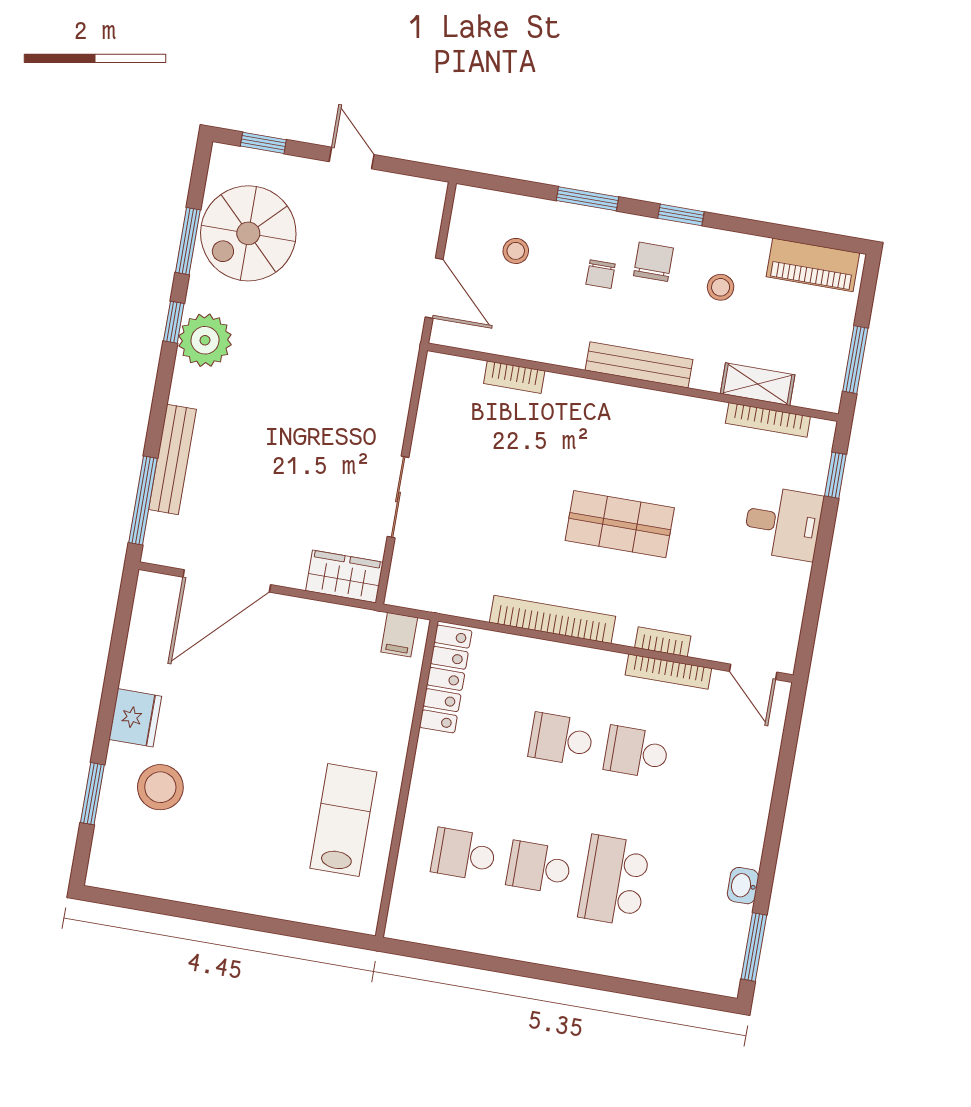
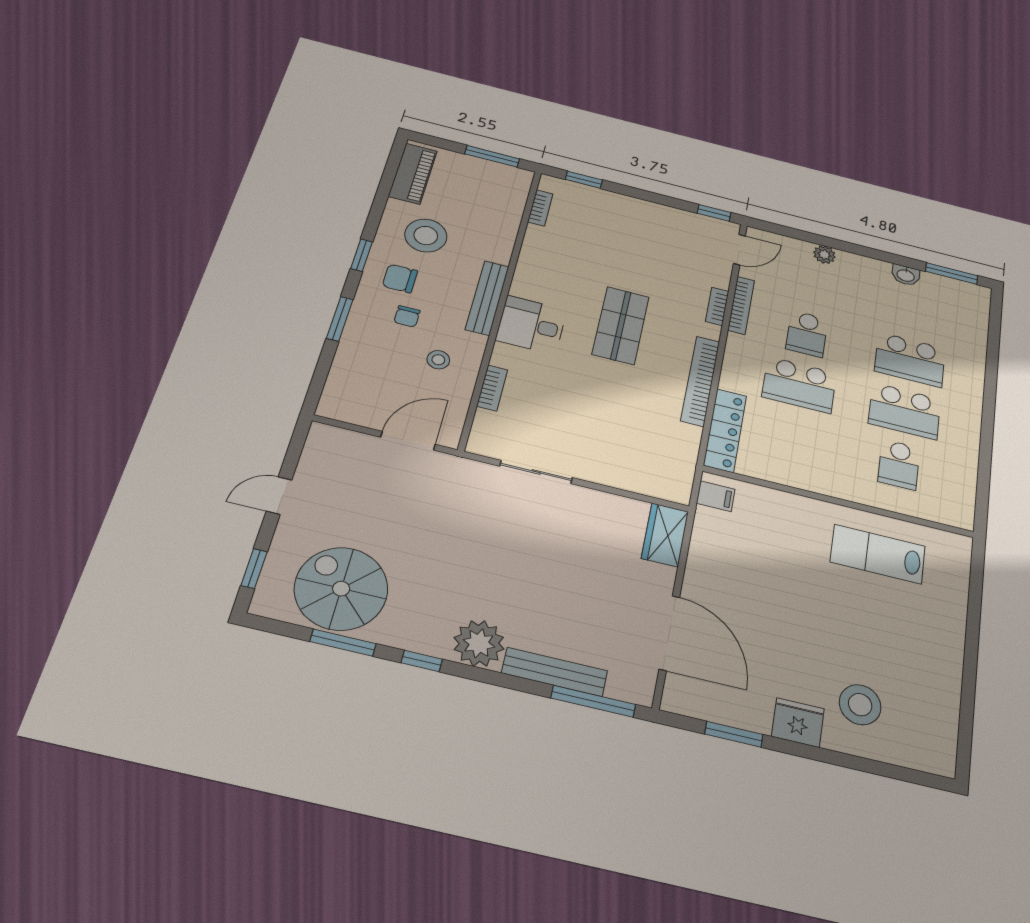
spiral stairs: (248, 233) -> (341, 589), turned 180
stool: (516, 251) -> (438, 360), moved
chair: (601, 274) -> (407, 316), turned 90
stool: (721, 287) -> (426, 236), width x1.89, depth x1.89
plant: (205, 340) -> (479, 643), moved
shelving: (758, 384) -> (508, 220), removed
bookcase: (768, 420) -> (540, 208), width x0.64
sliding door: (398, 497) -> (536, 472), moved
desk: (783, 523) -> (531, 325), moved, turned -90
window: (807, 641) -> (714, 213), added
locker: (446, 679) -> (725, 430), moved, turned 90
school desk: (561, 739) -> (799, 385), width x1.85
plant: (761, 781) -> (824, 255), added
window: (92, 794) -> (734, 734), moved
school desk: (539, 867) -> (905, 411), width x1.85

